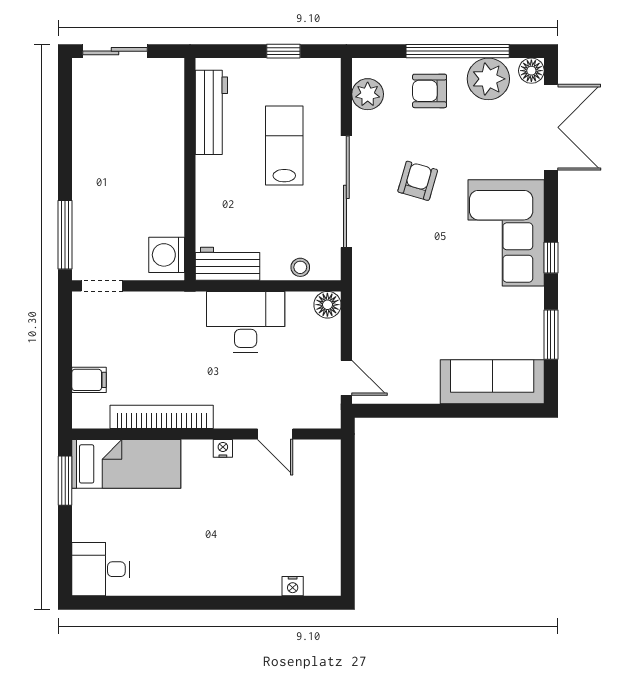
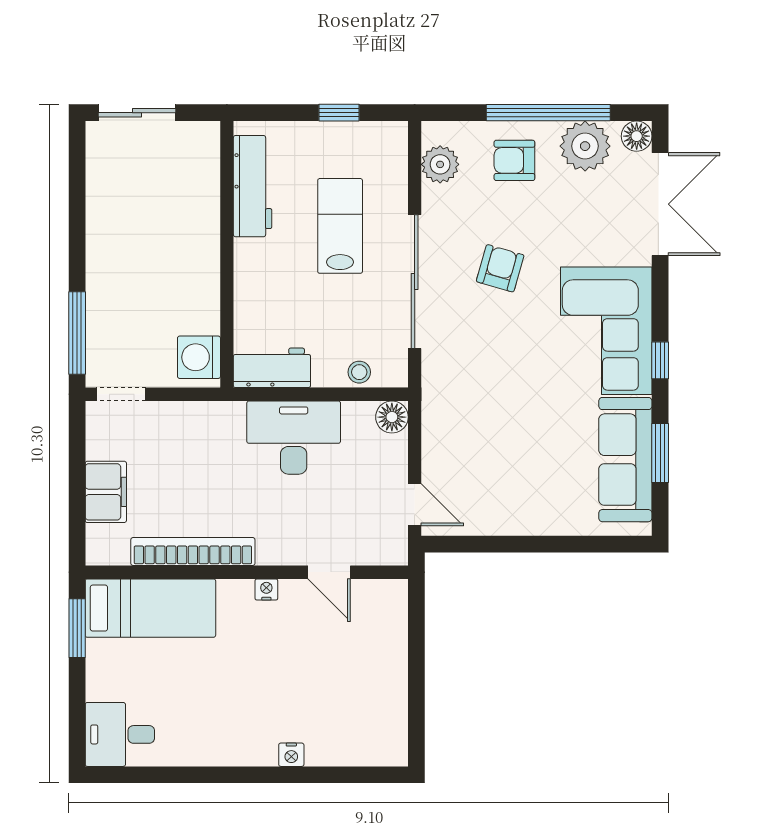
filing cabinet: (89, 380) -> (106, 492), width x2.00
sofa: (492, 382) -> (625, 460), moved, turned -90
nightstand: (293, 586) -> (291, 755), moved

